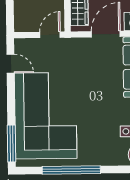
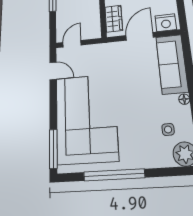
door: (50, 35) -> (72, 44), moved

